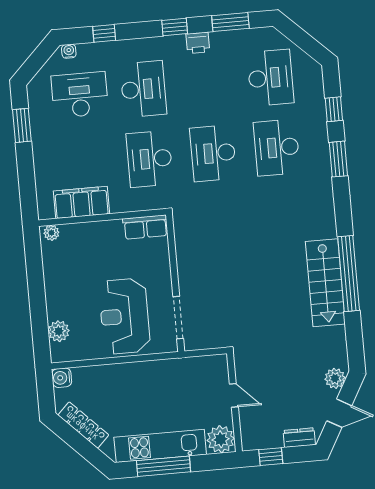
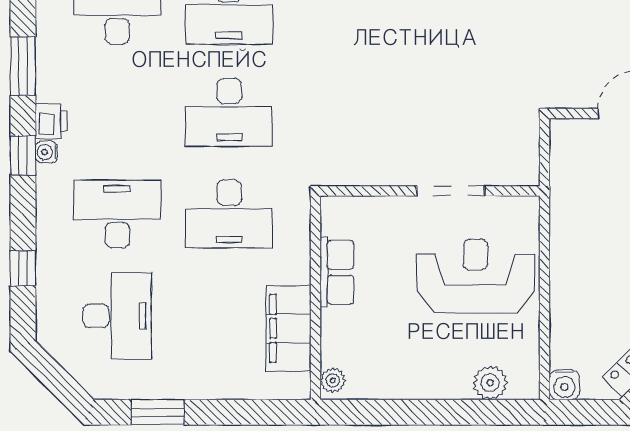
water cooler: (69, 51) -> (46, 152), moved
desk: (80, 95) -> (117, 316), turned 180
row of seats: (145, 227) -> (337, 272), moved
reception desk: (125, 316) -> (475, 276), turned 180
doorway: (178, 318) -> (451, 191), moved

